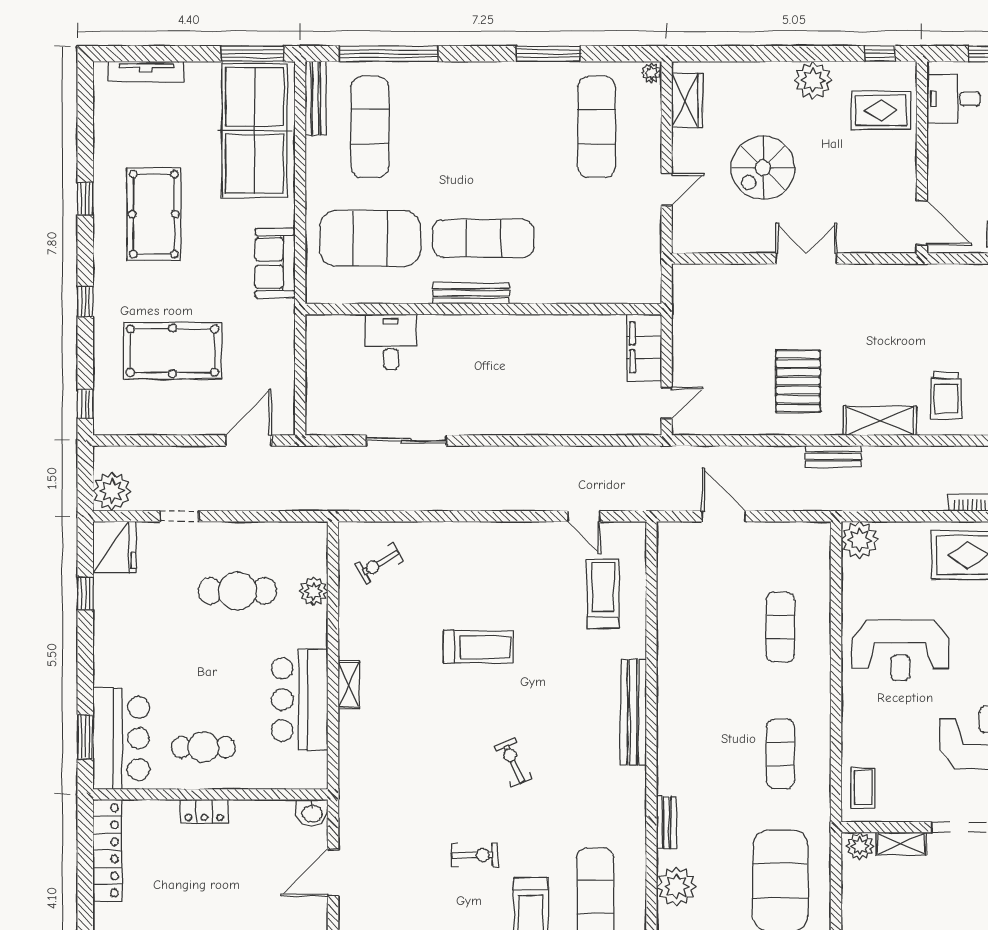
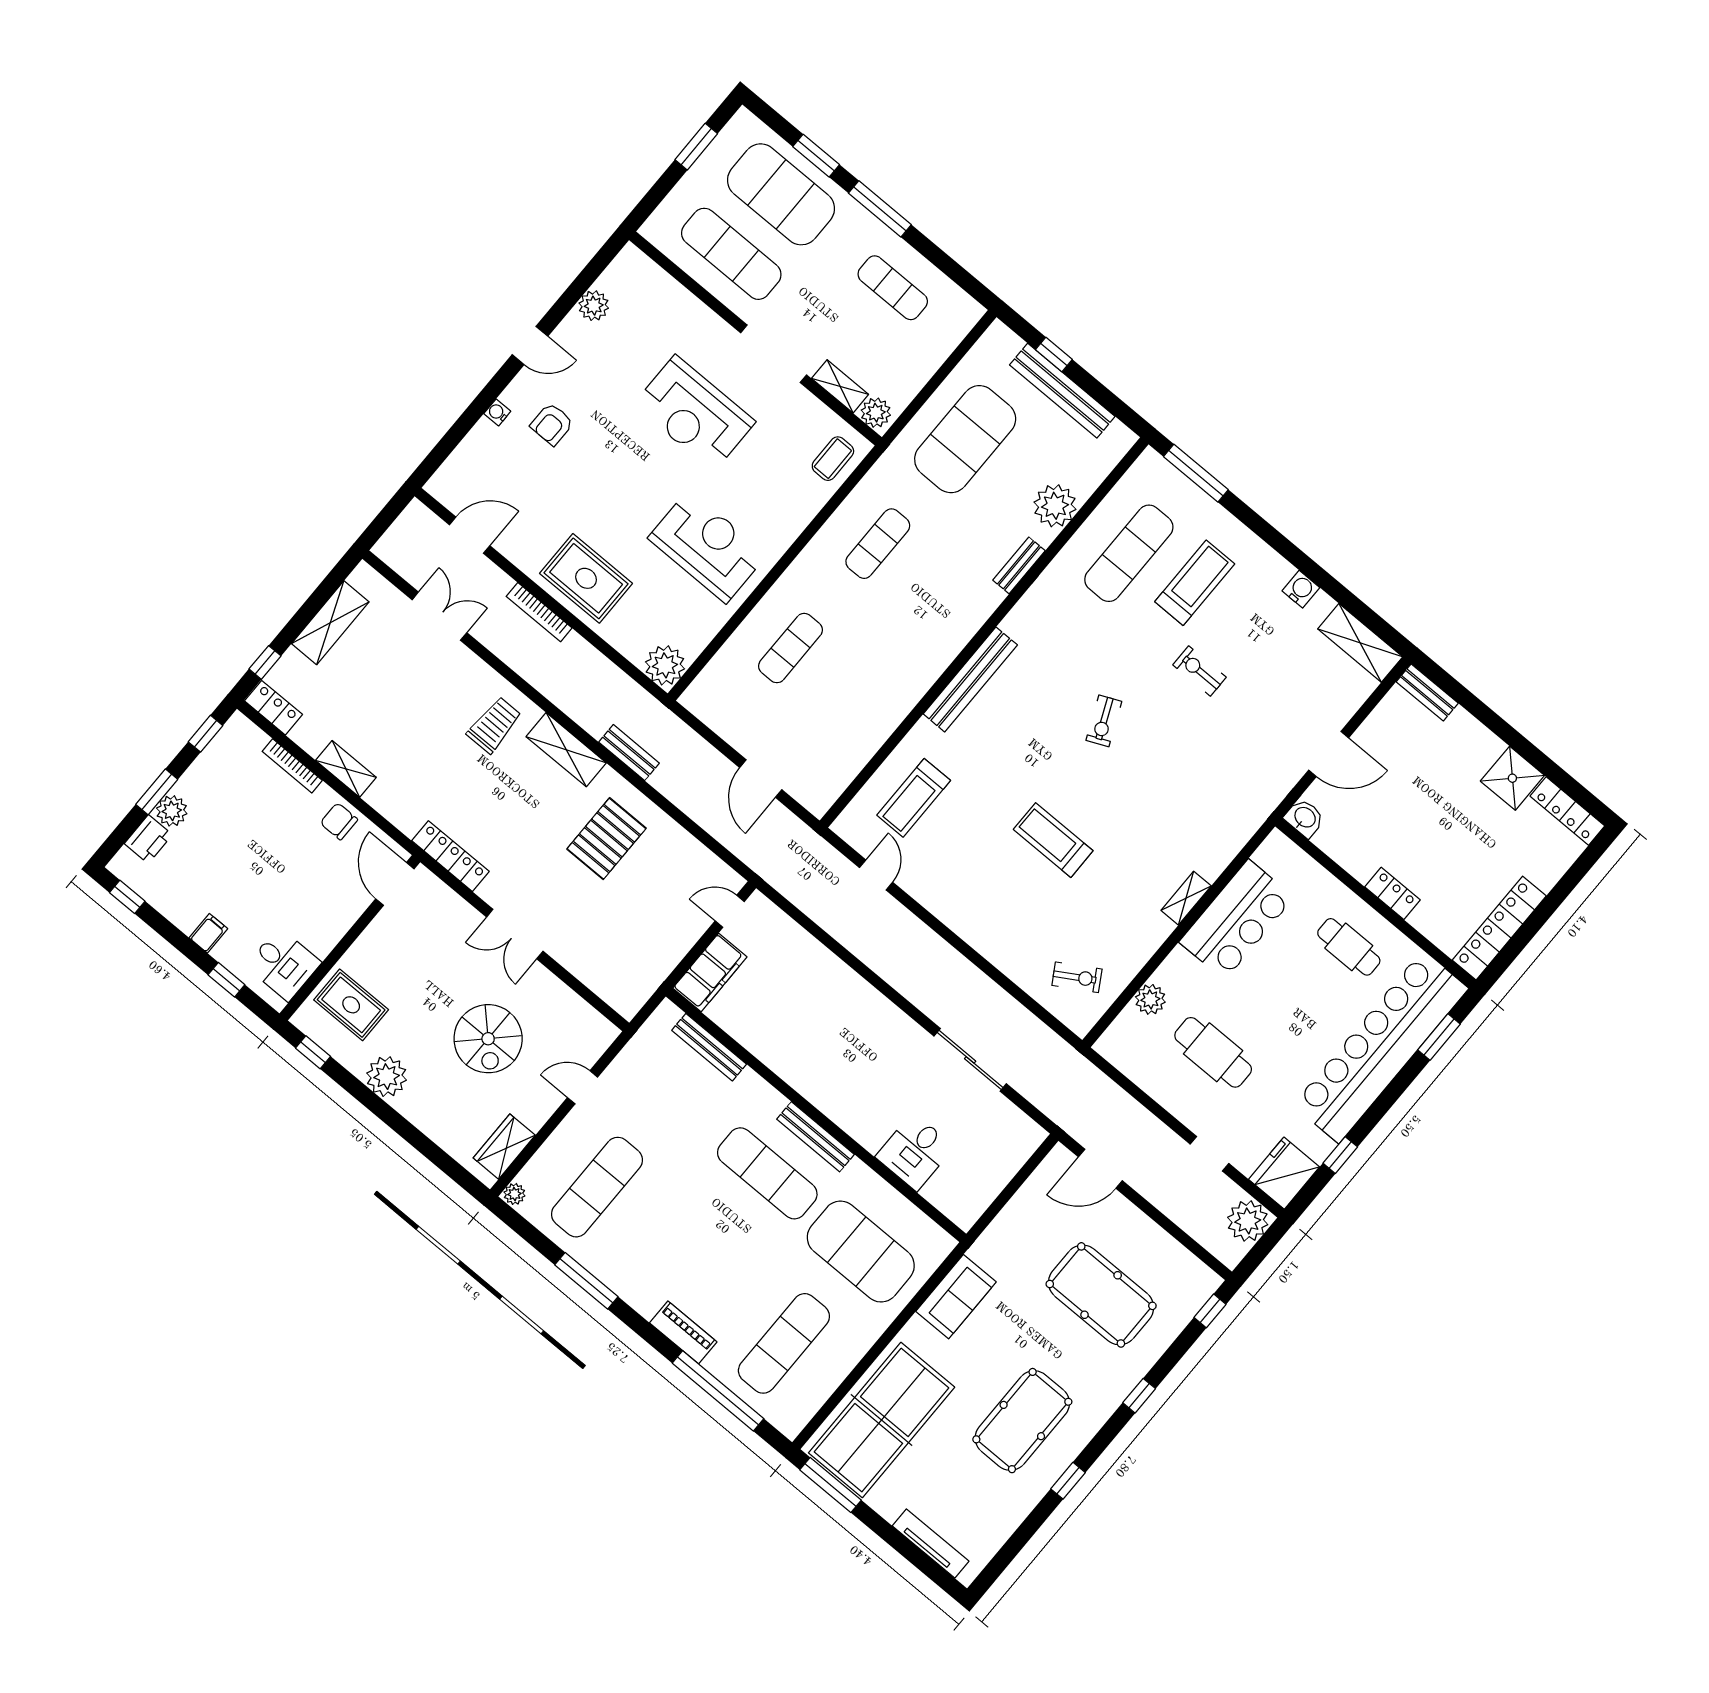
piano: (448, 75) -> (683, 1332), added
bench: (315, 98) -> (709, 1047), moved, turned 90
spiral stairs: (763, 168) -> (488, 1039), turned 90
locker: (899, 276) -> (450, 856), added
bar counter: (121, 738) -> (1381, 1047), width x1.86

